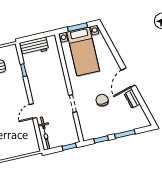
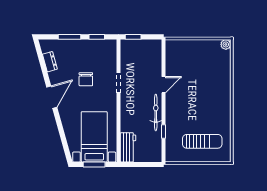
workbench: (34, 46) -> (128, 147), moved, turned 90
dresser: (132, 99) -> (50, 62), moved
bicycle: (45, 133) -> (156, 112), moved

